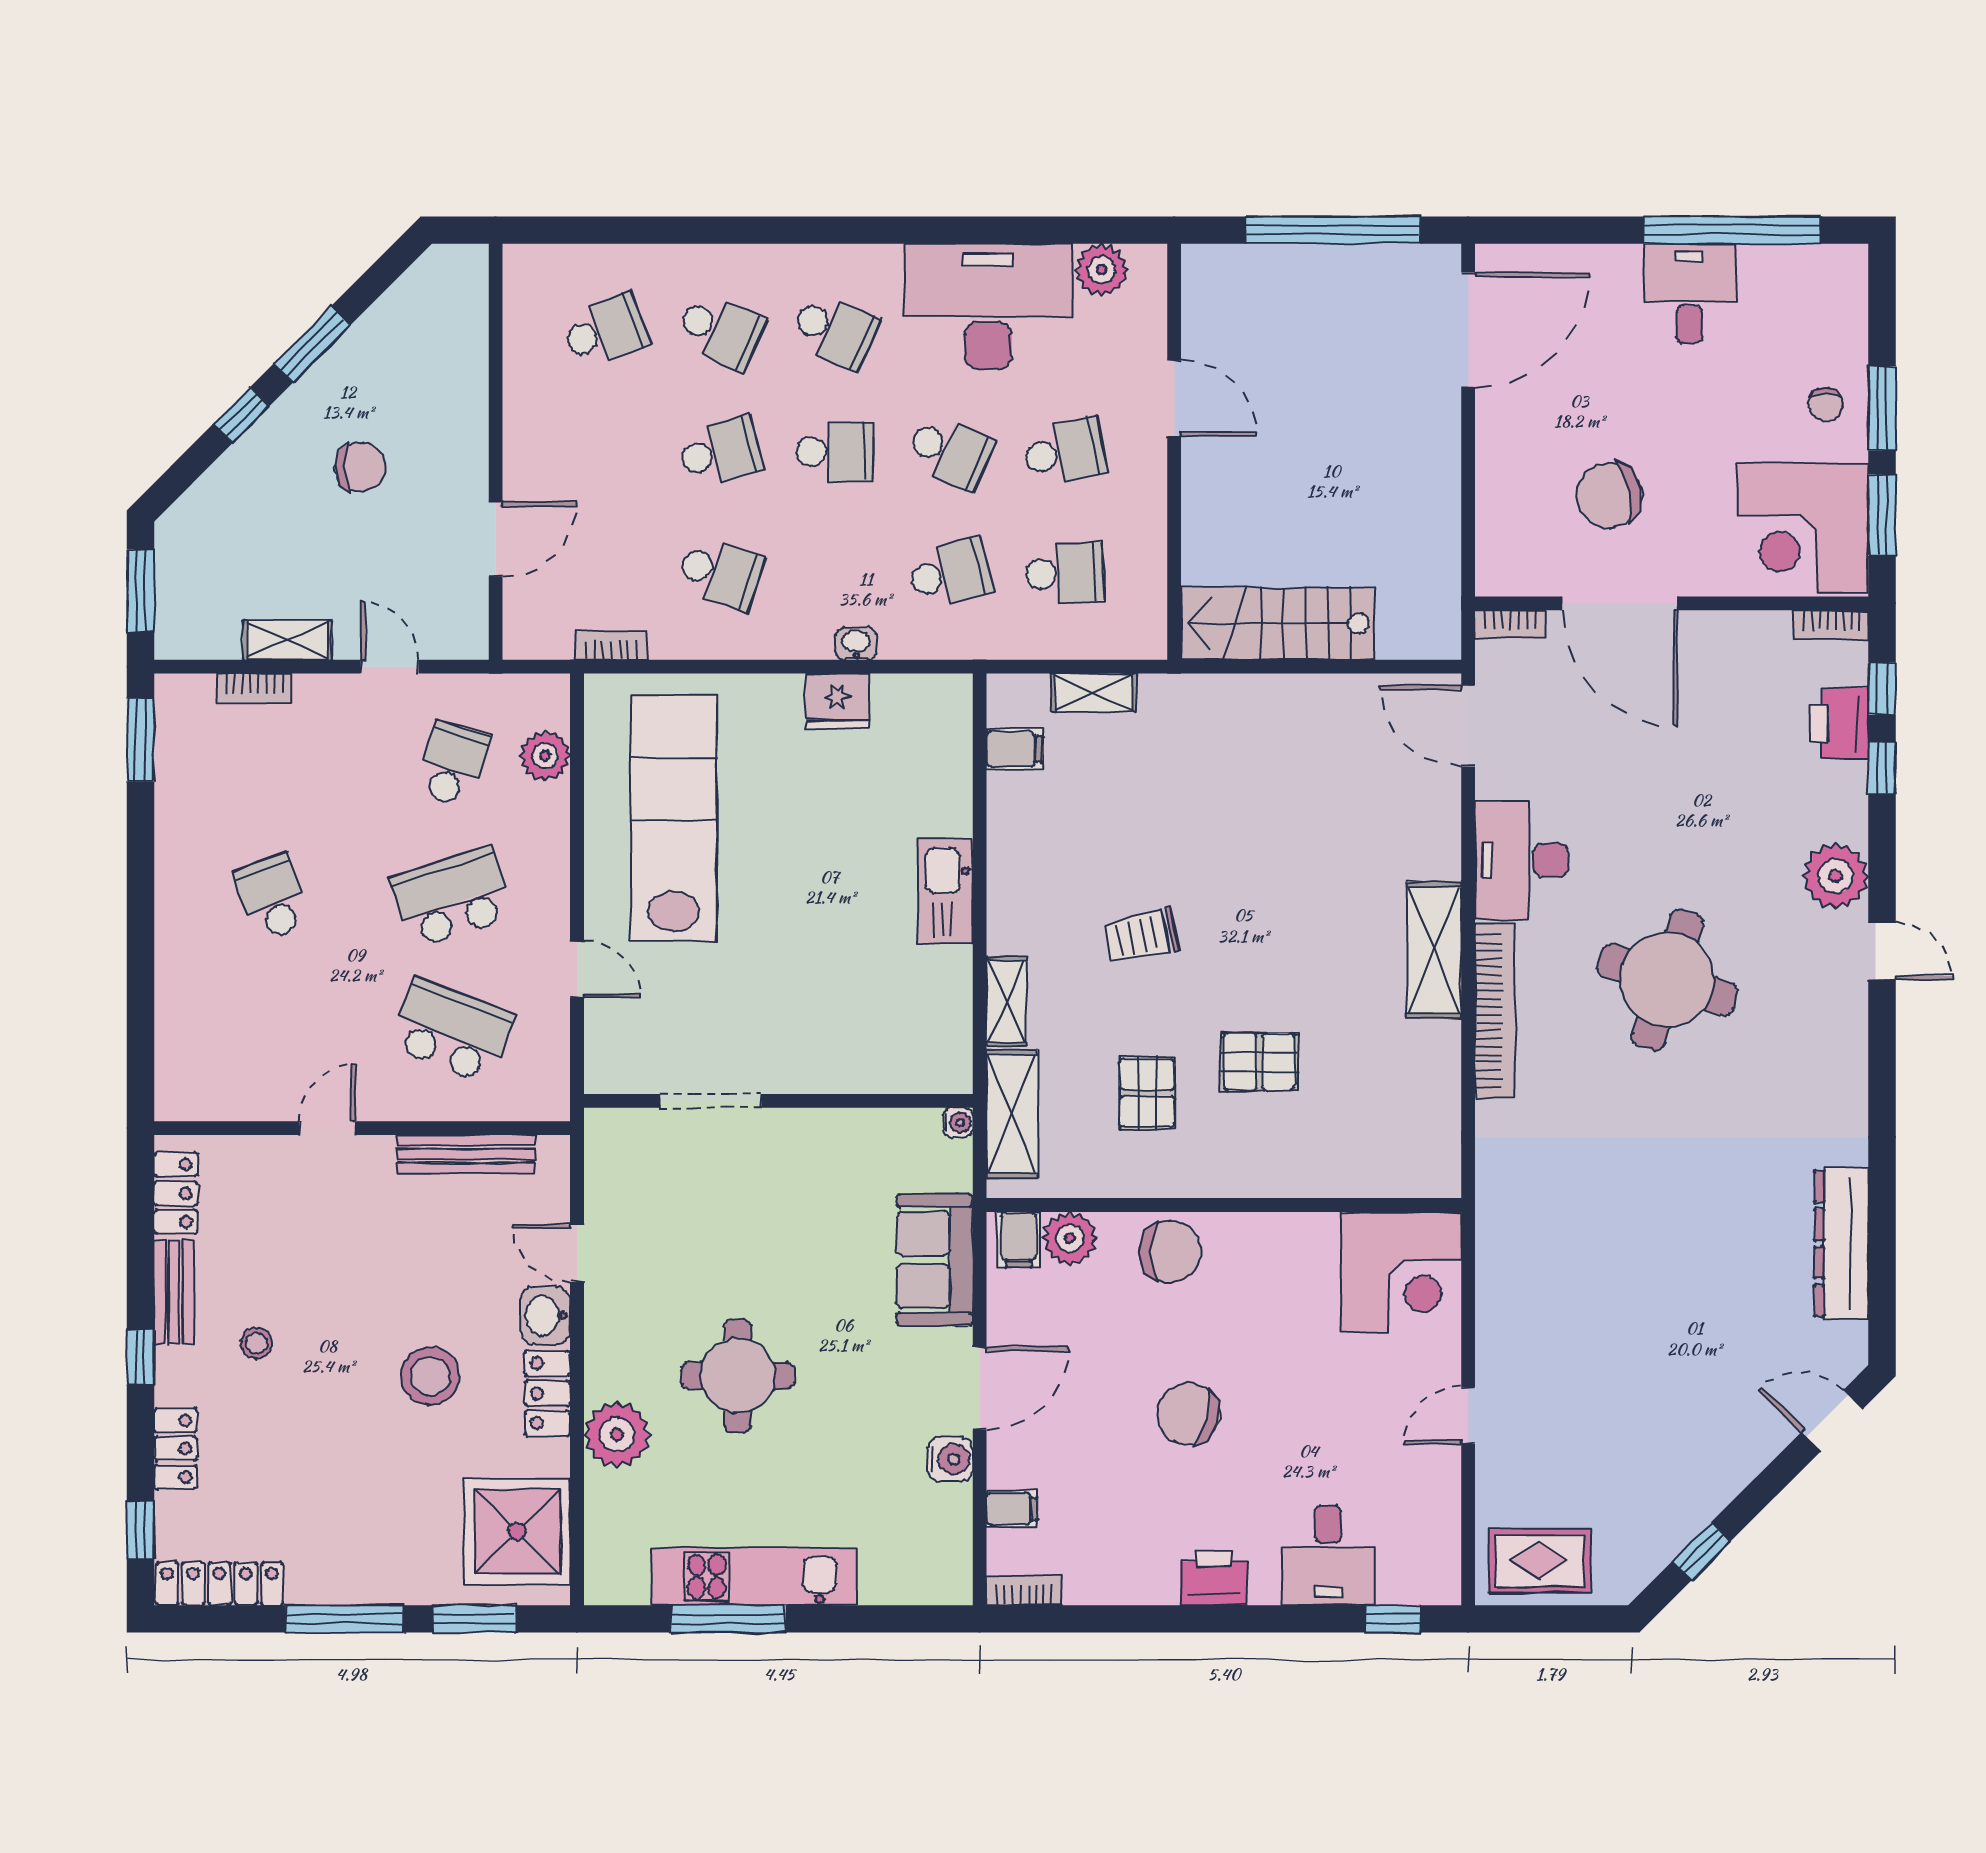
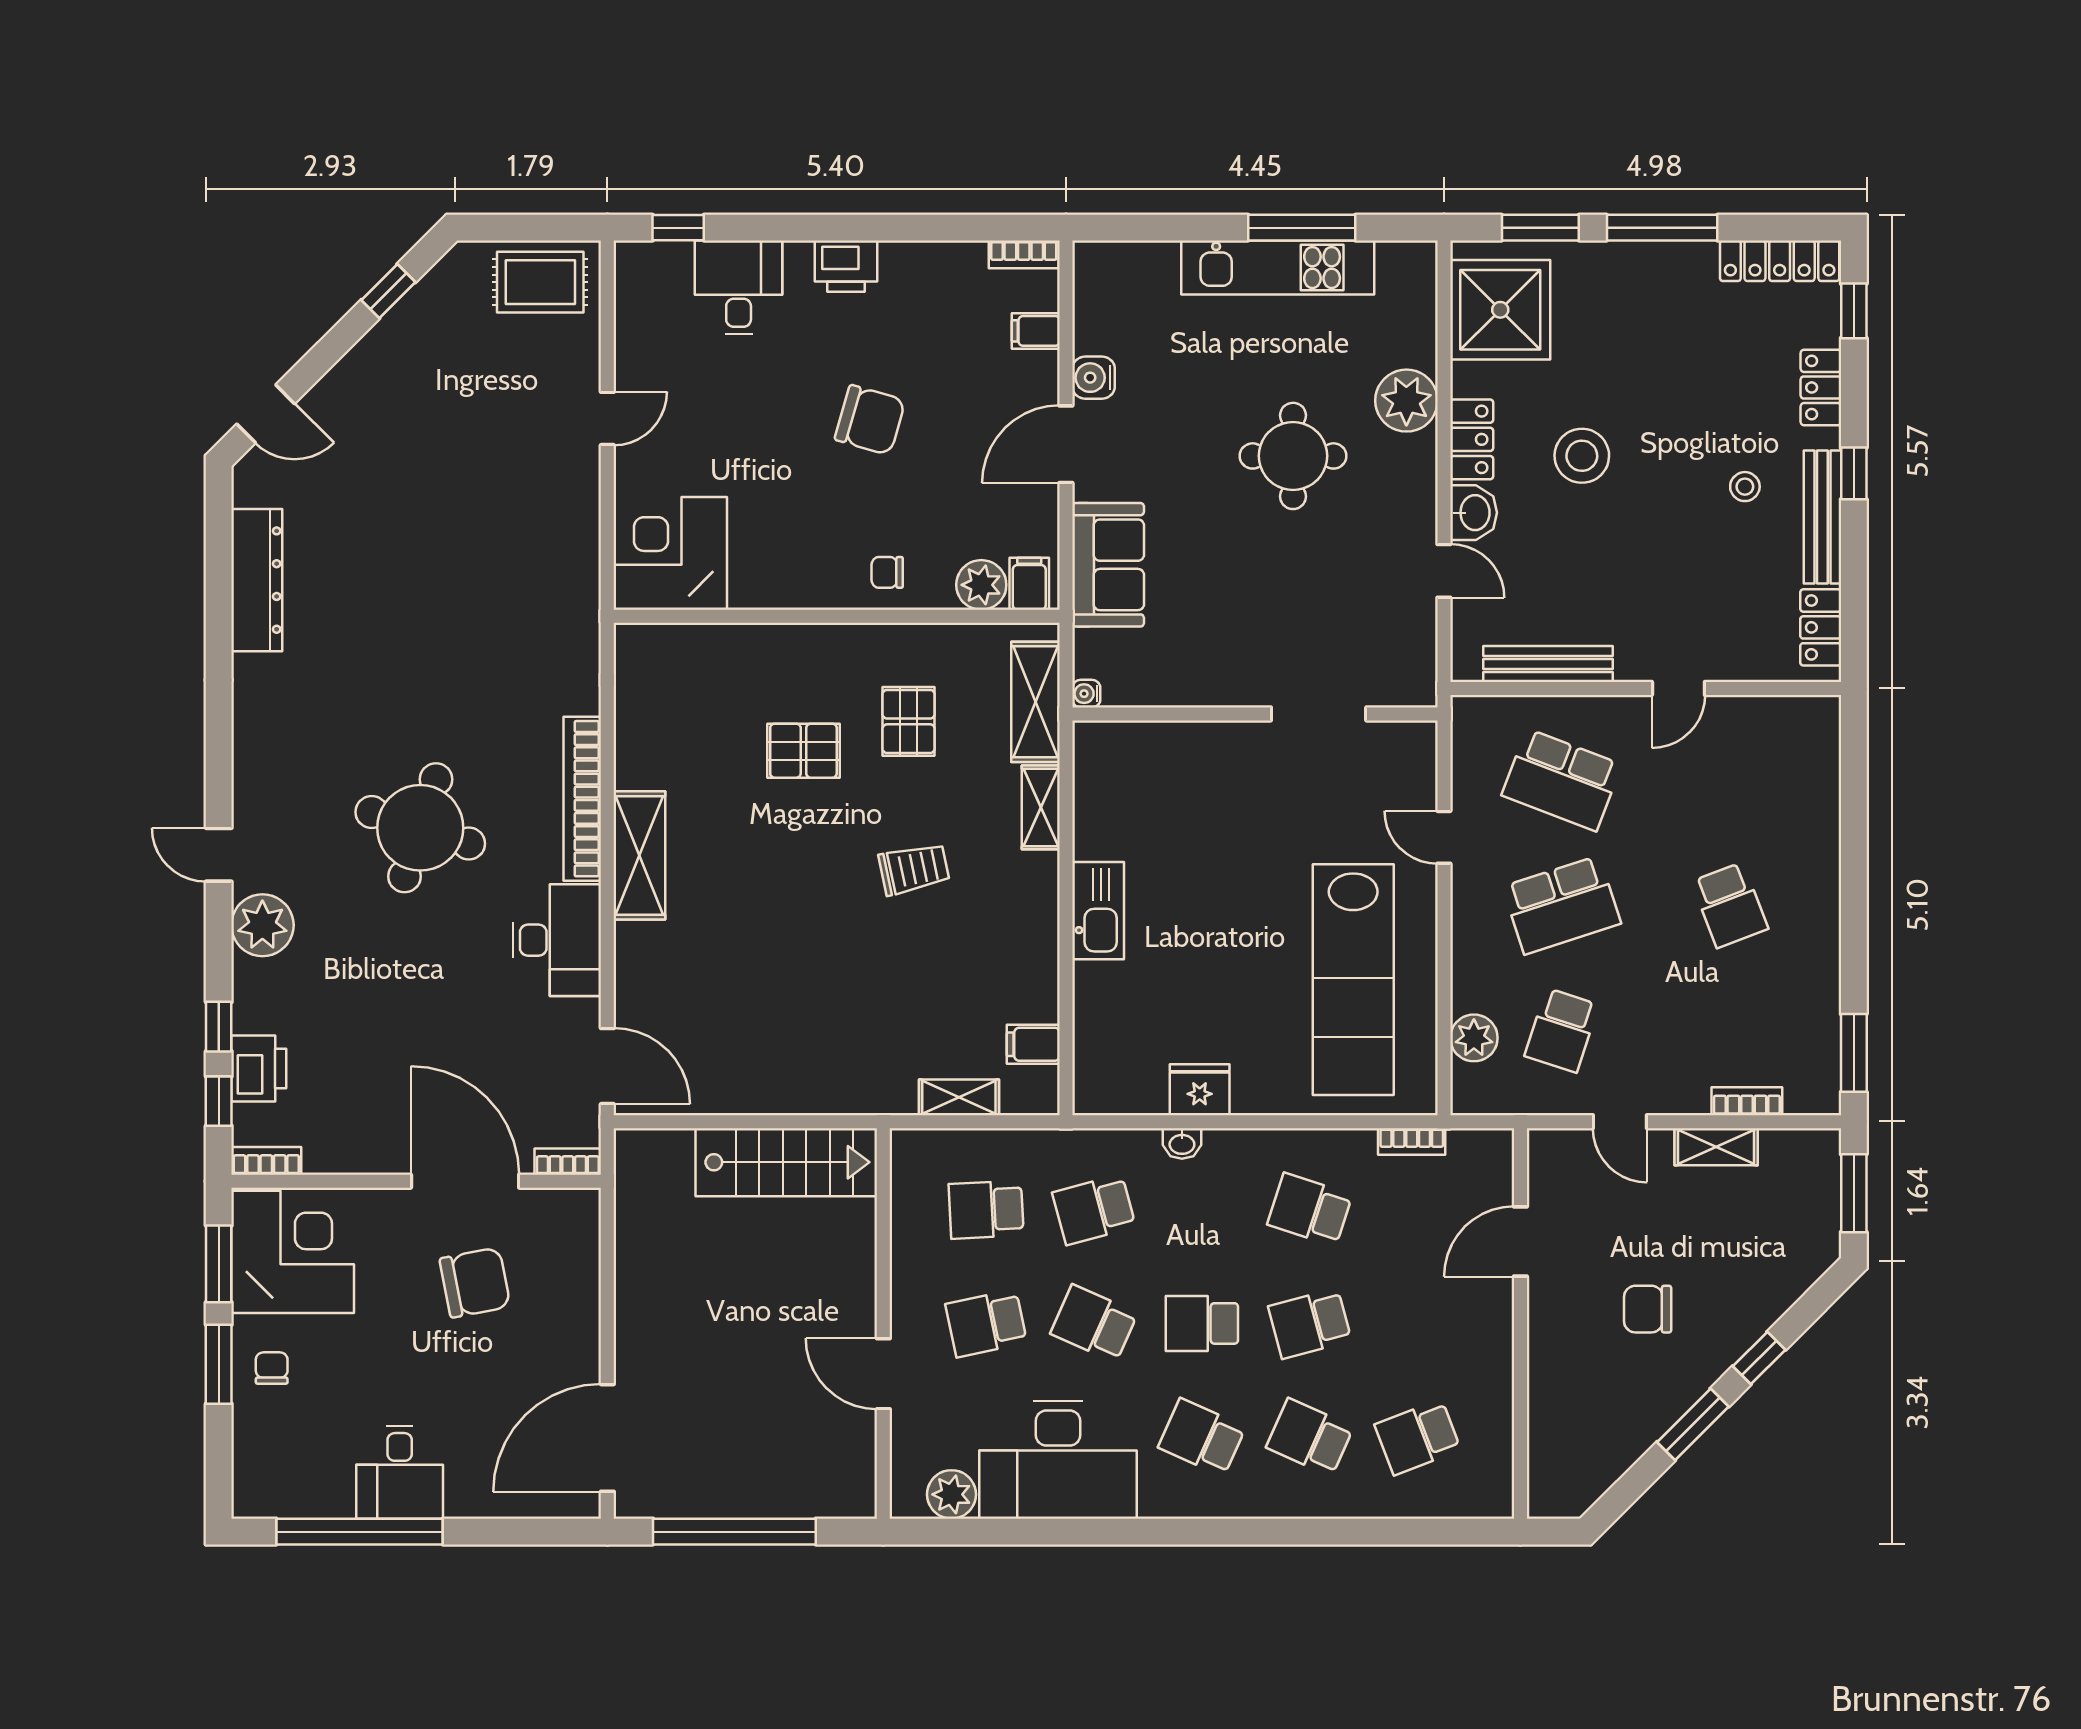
chair: (1170, 1252) -> (887, 572), width x0.54, depth x0.54
bench: (174, 1292) -> (1822, 517), width x1.36

